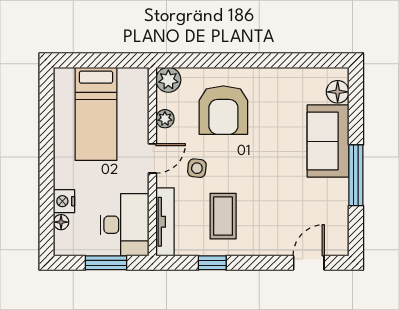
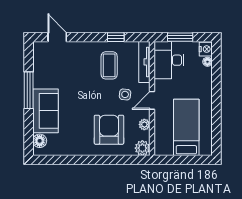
nightstand: (64, 201) -> (206, 49), moved
door: (309, 263) -> (57, 37), swing flipped

